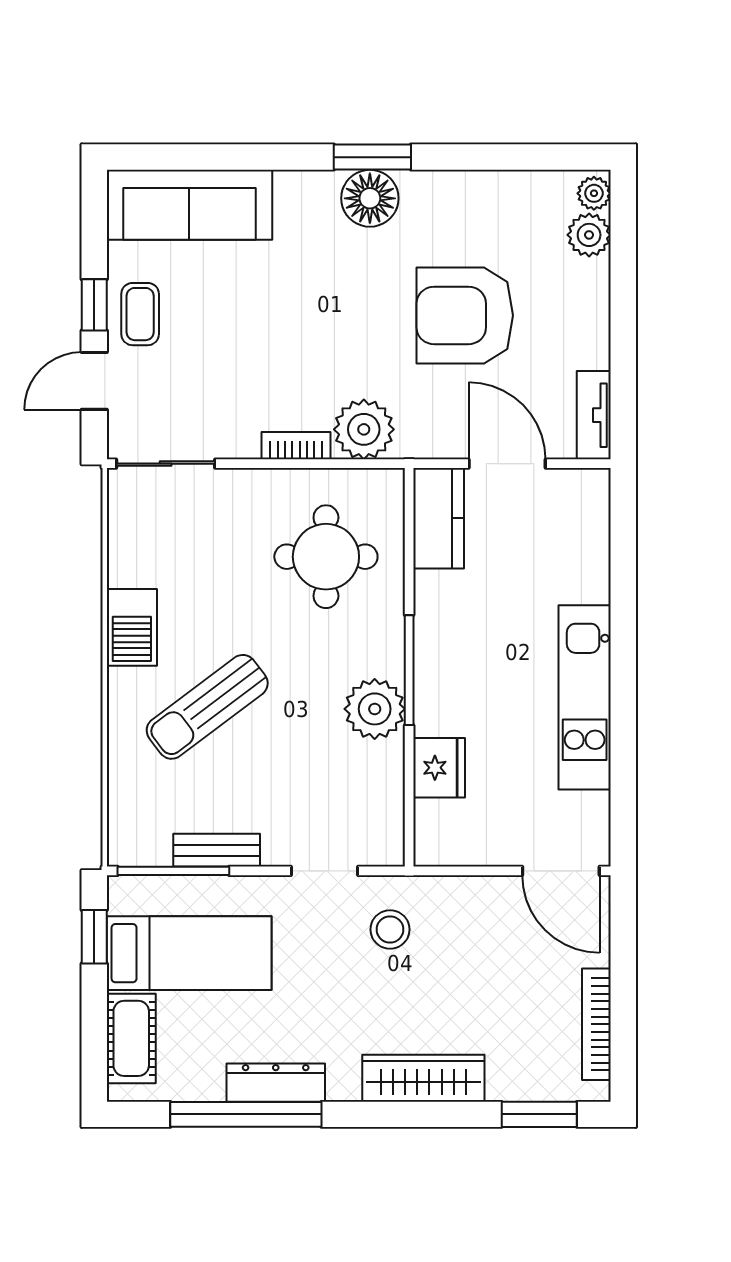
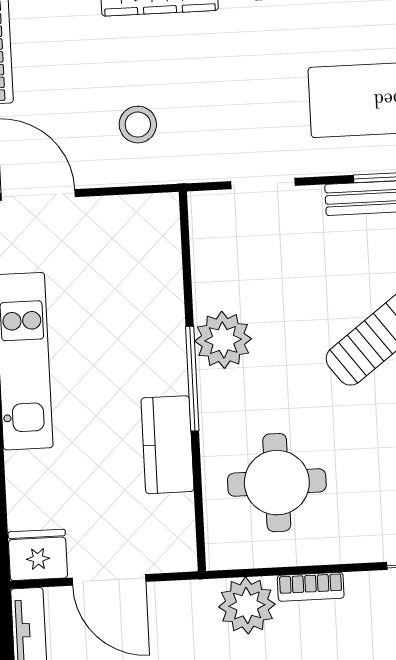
kitchen counter: (439, 518) -> (167, 445), moved
fridge: (439, 768) -> (38, 555), moved, turned 90
stool: (390, 929) -> (138, 125), moved

